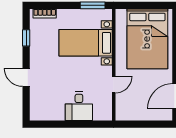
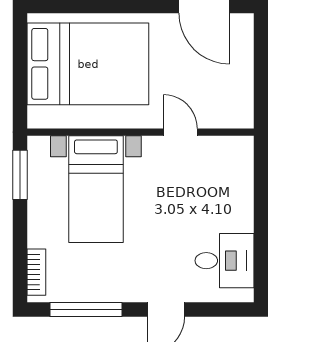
window: (26, 38) -> (86, 310), width x2.17
desk: (79, 106) -> (224, 261), moved

